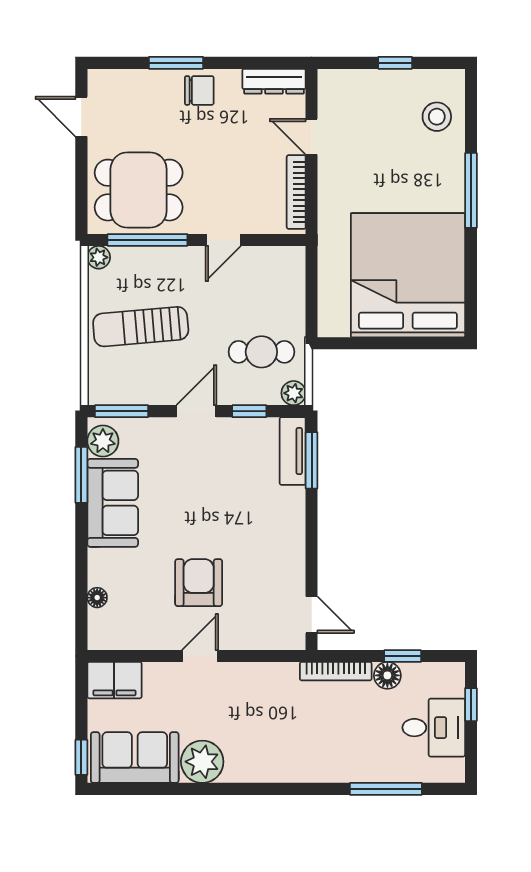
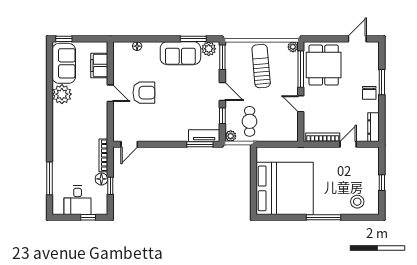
filing cabinet: (114, 680) -> (99, 65), moved

